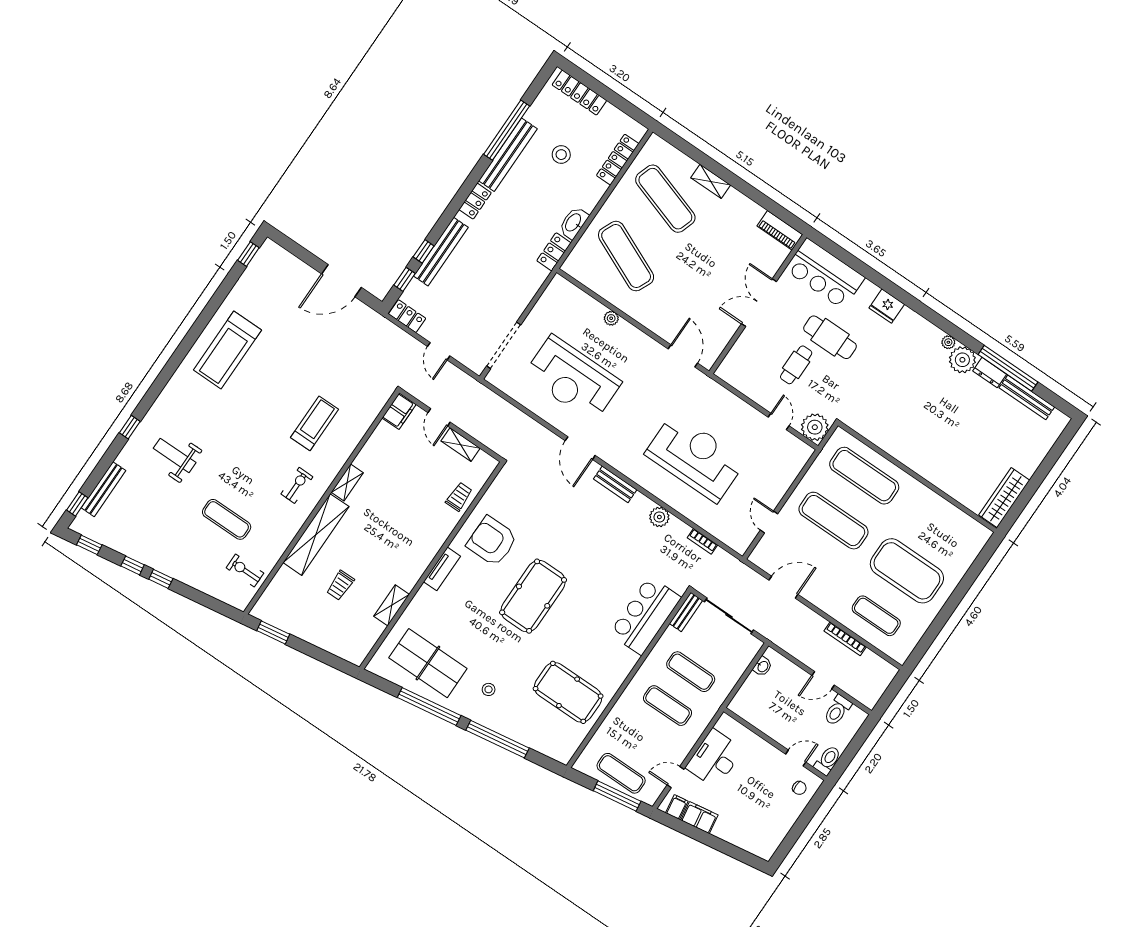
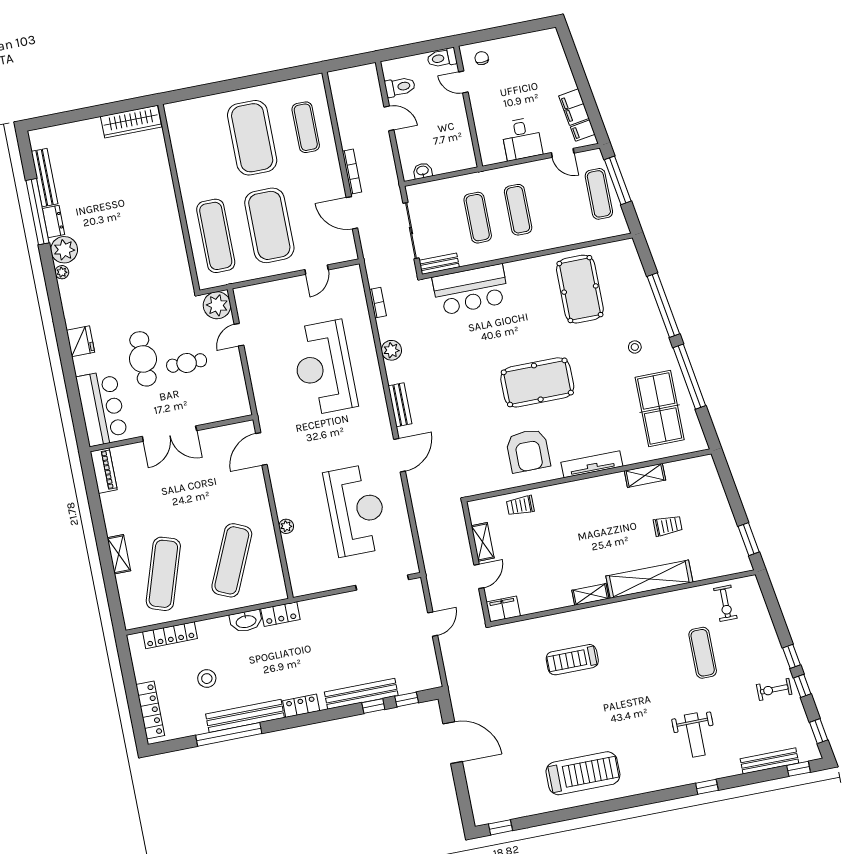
locker: (407, 316) -> (431, 671), removed
exercise bike: (297, 485) -> (774, 689), moved
exercise mat: (833, 521) -> (269, 225), width x1.47
tv unit: (442, 569) -> (592, 464), width x1.41
bookcase: (845, 639) -> (352, 172), moved
desk: (714, 758) -> (522, 139), width x0.73

